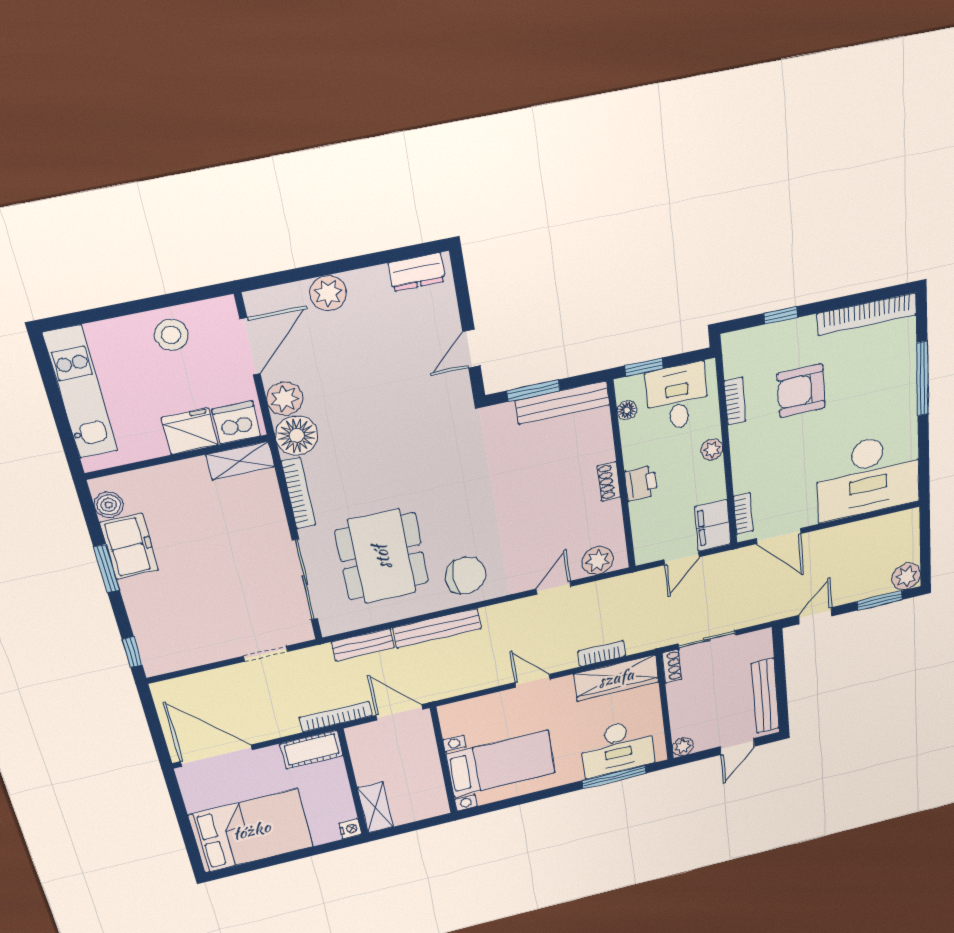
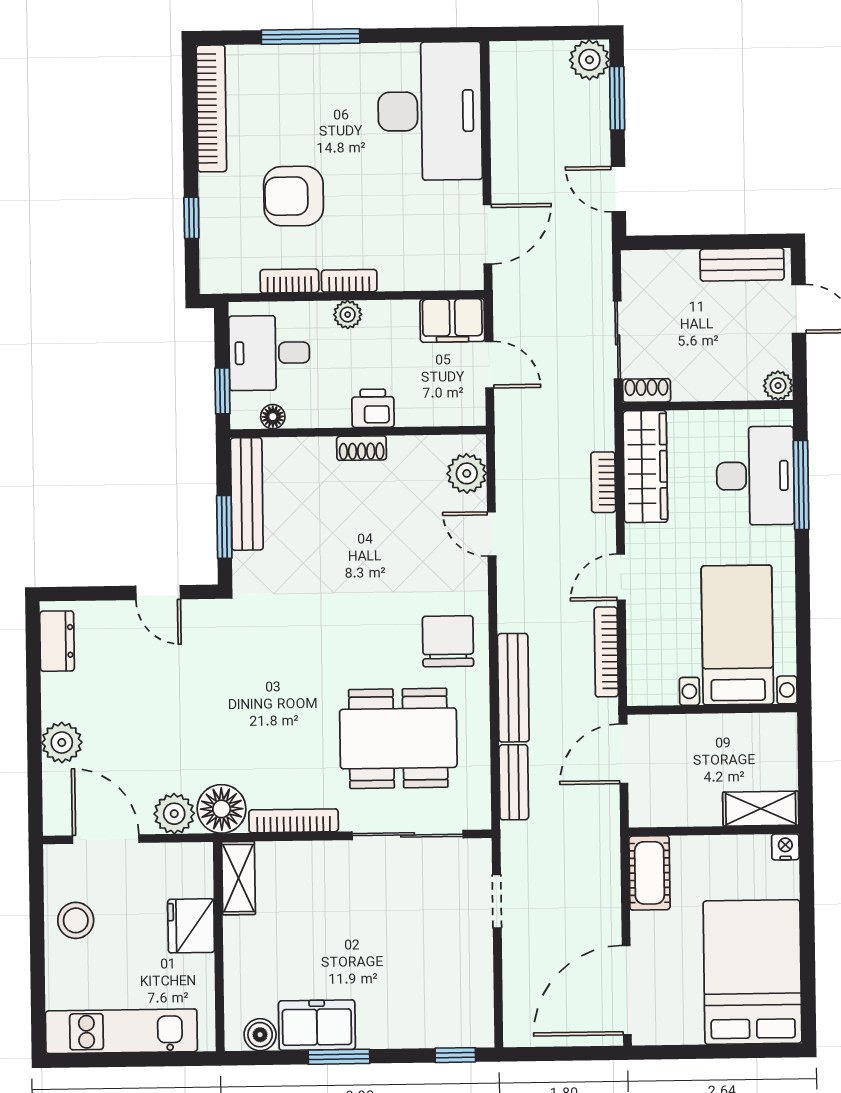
armchair: (801, 391) -> (294, 196), turned 90
dishwasher: (236, 423) -> (191, 873), removed
bookcase: (743, 513) -> (349, 281), moved
bench: (765, 696) -> (742, 265), width x0.73
bookcase: (336, 717) -> (606, 652), moved

